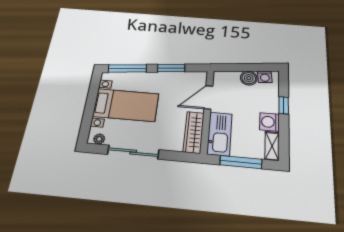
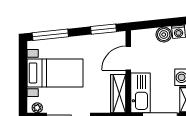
window: (171, 68) -> (104, 29), moved

